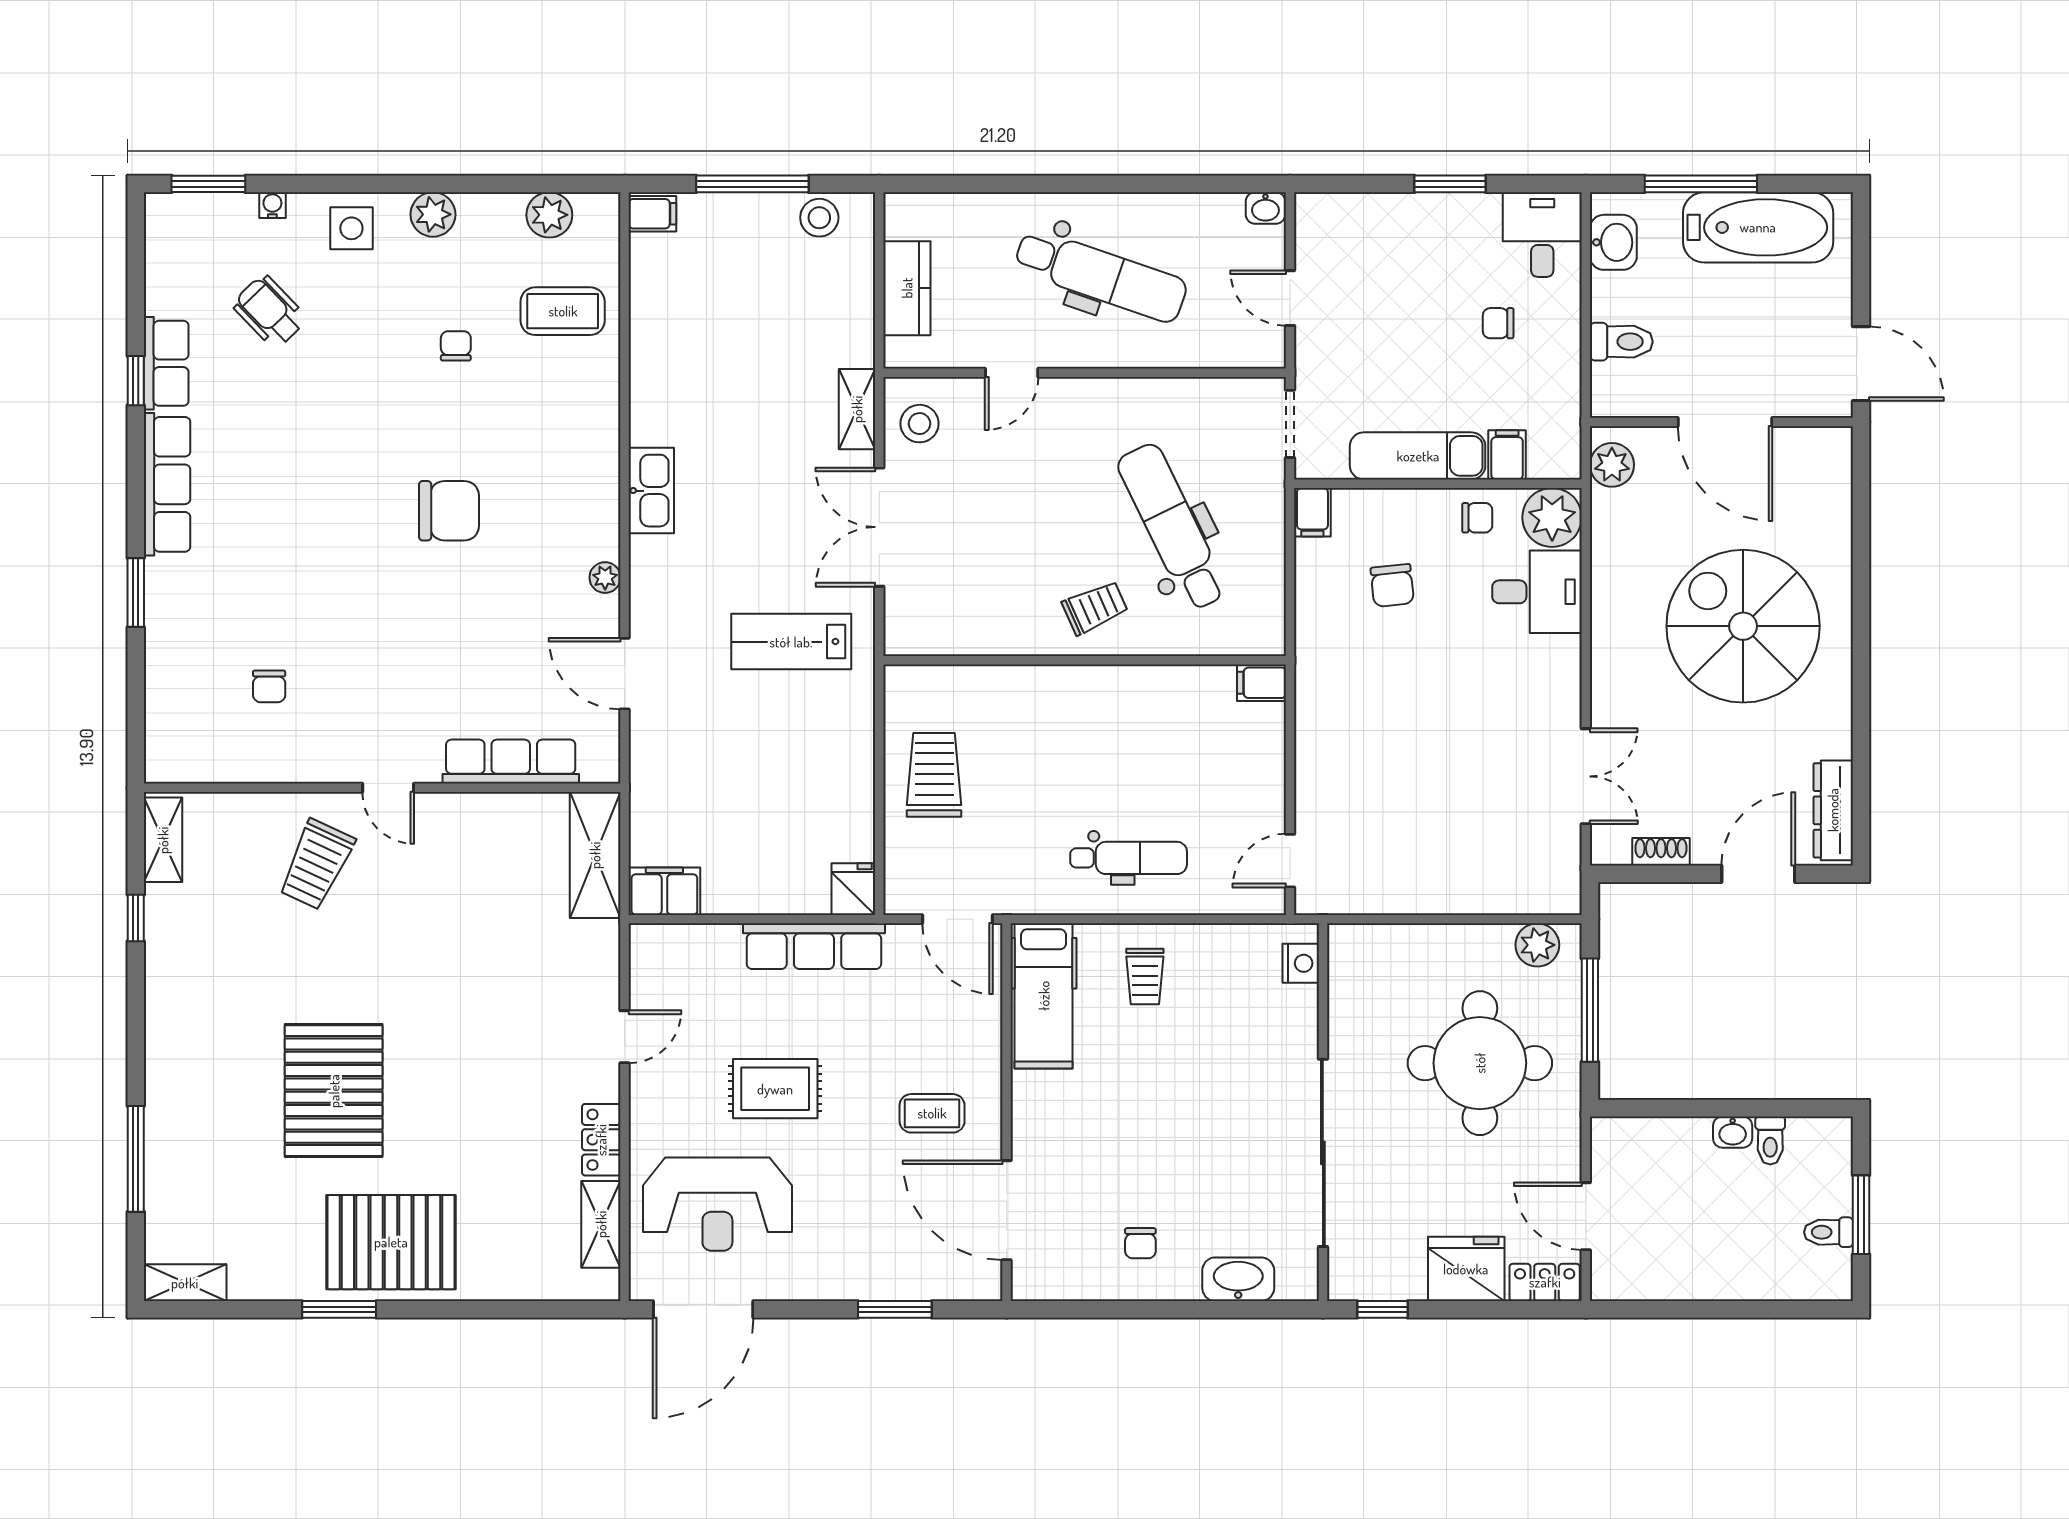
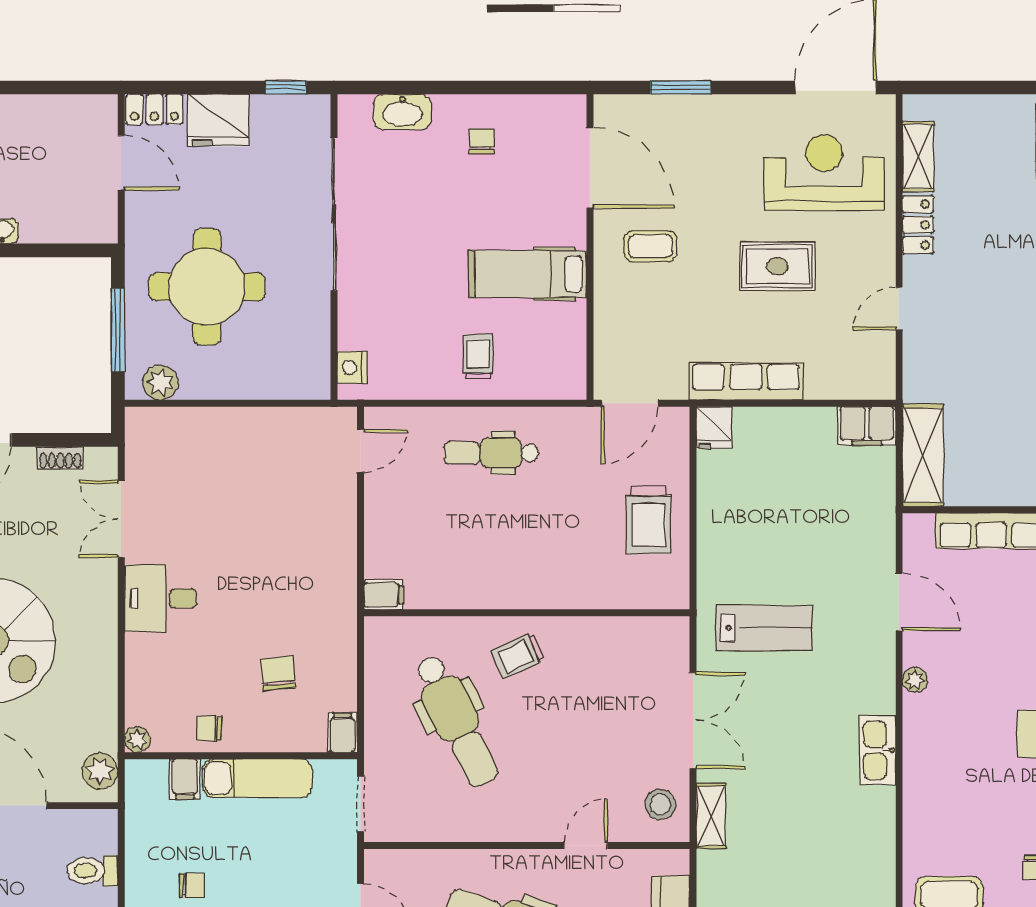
plant: (1552, 517) -> (137, 740), width x0.53, depth x0.53
desk: (1537, 592) -> (161, 598), moved
door: (958, 919) -> (630, 403), swing flipped
hospital bed: (1044, 996) -> (528, 274), moved, turned -90

